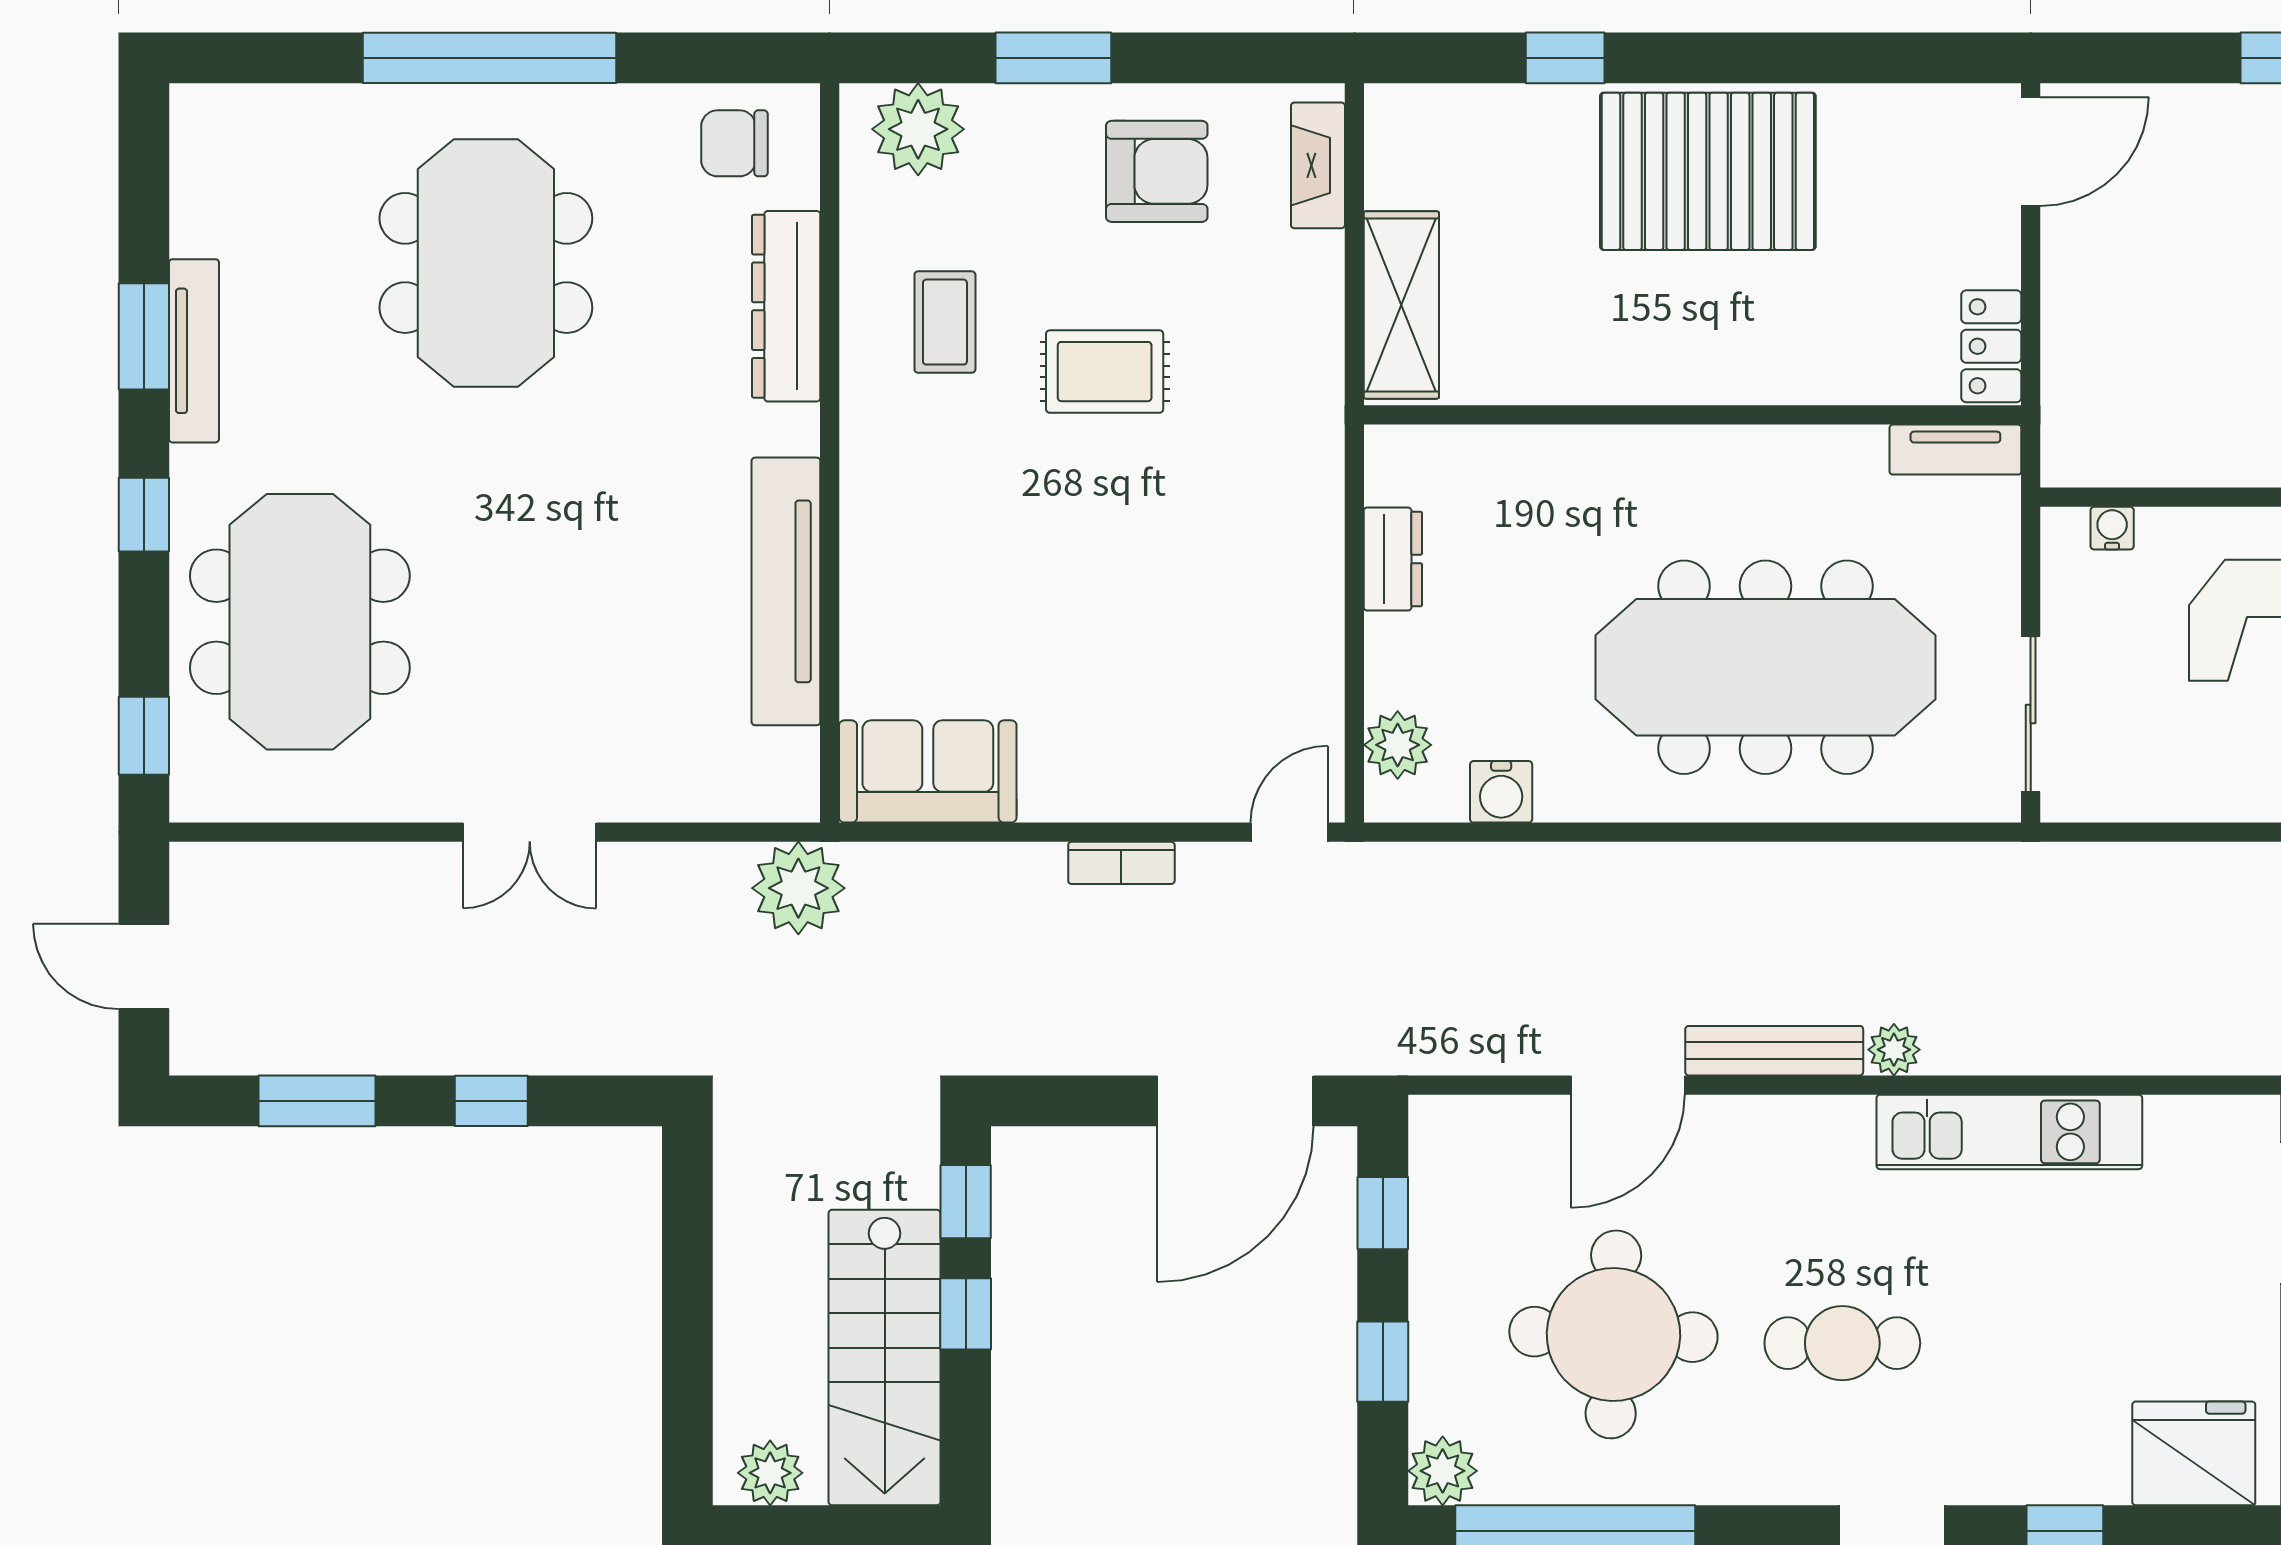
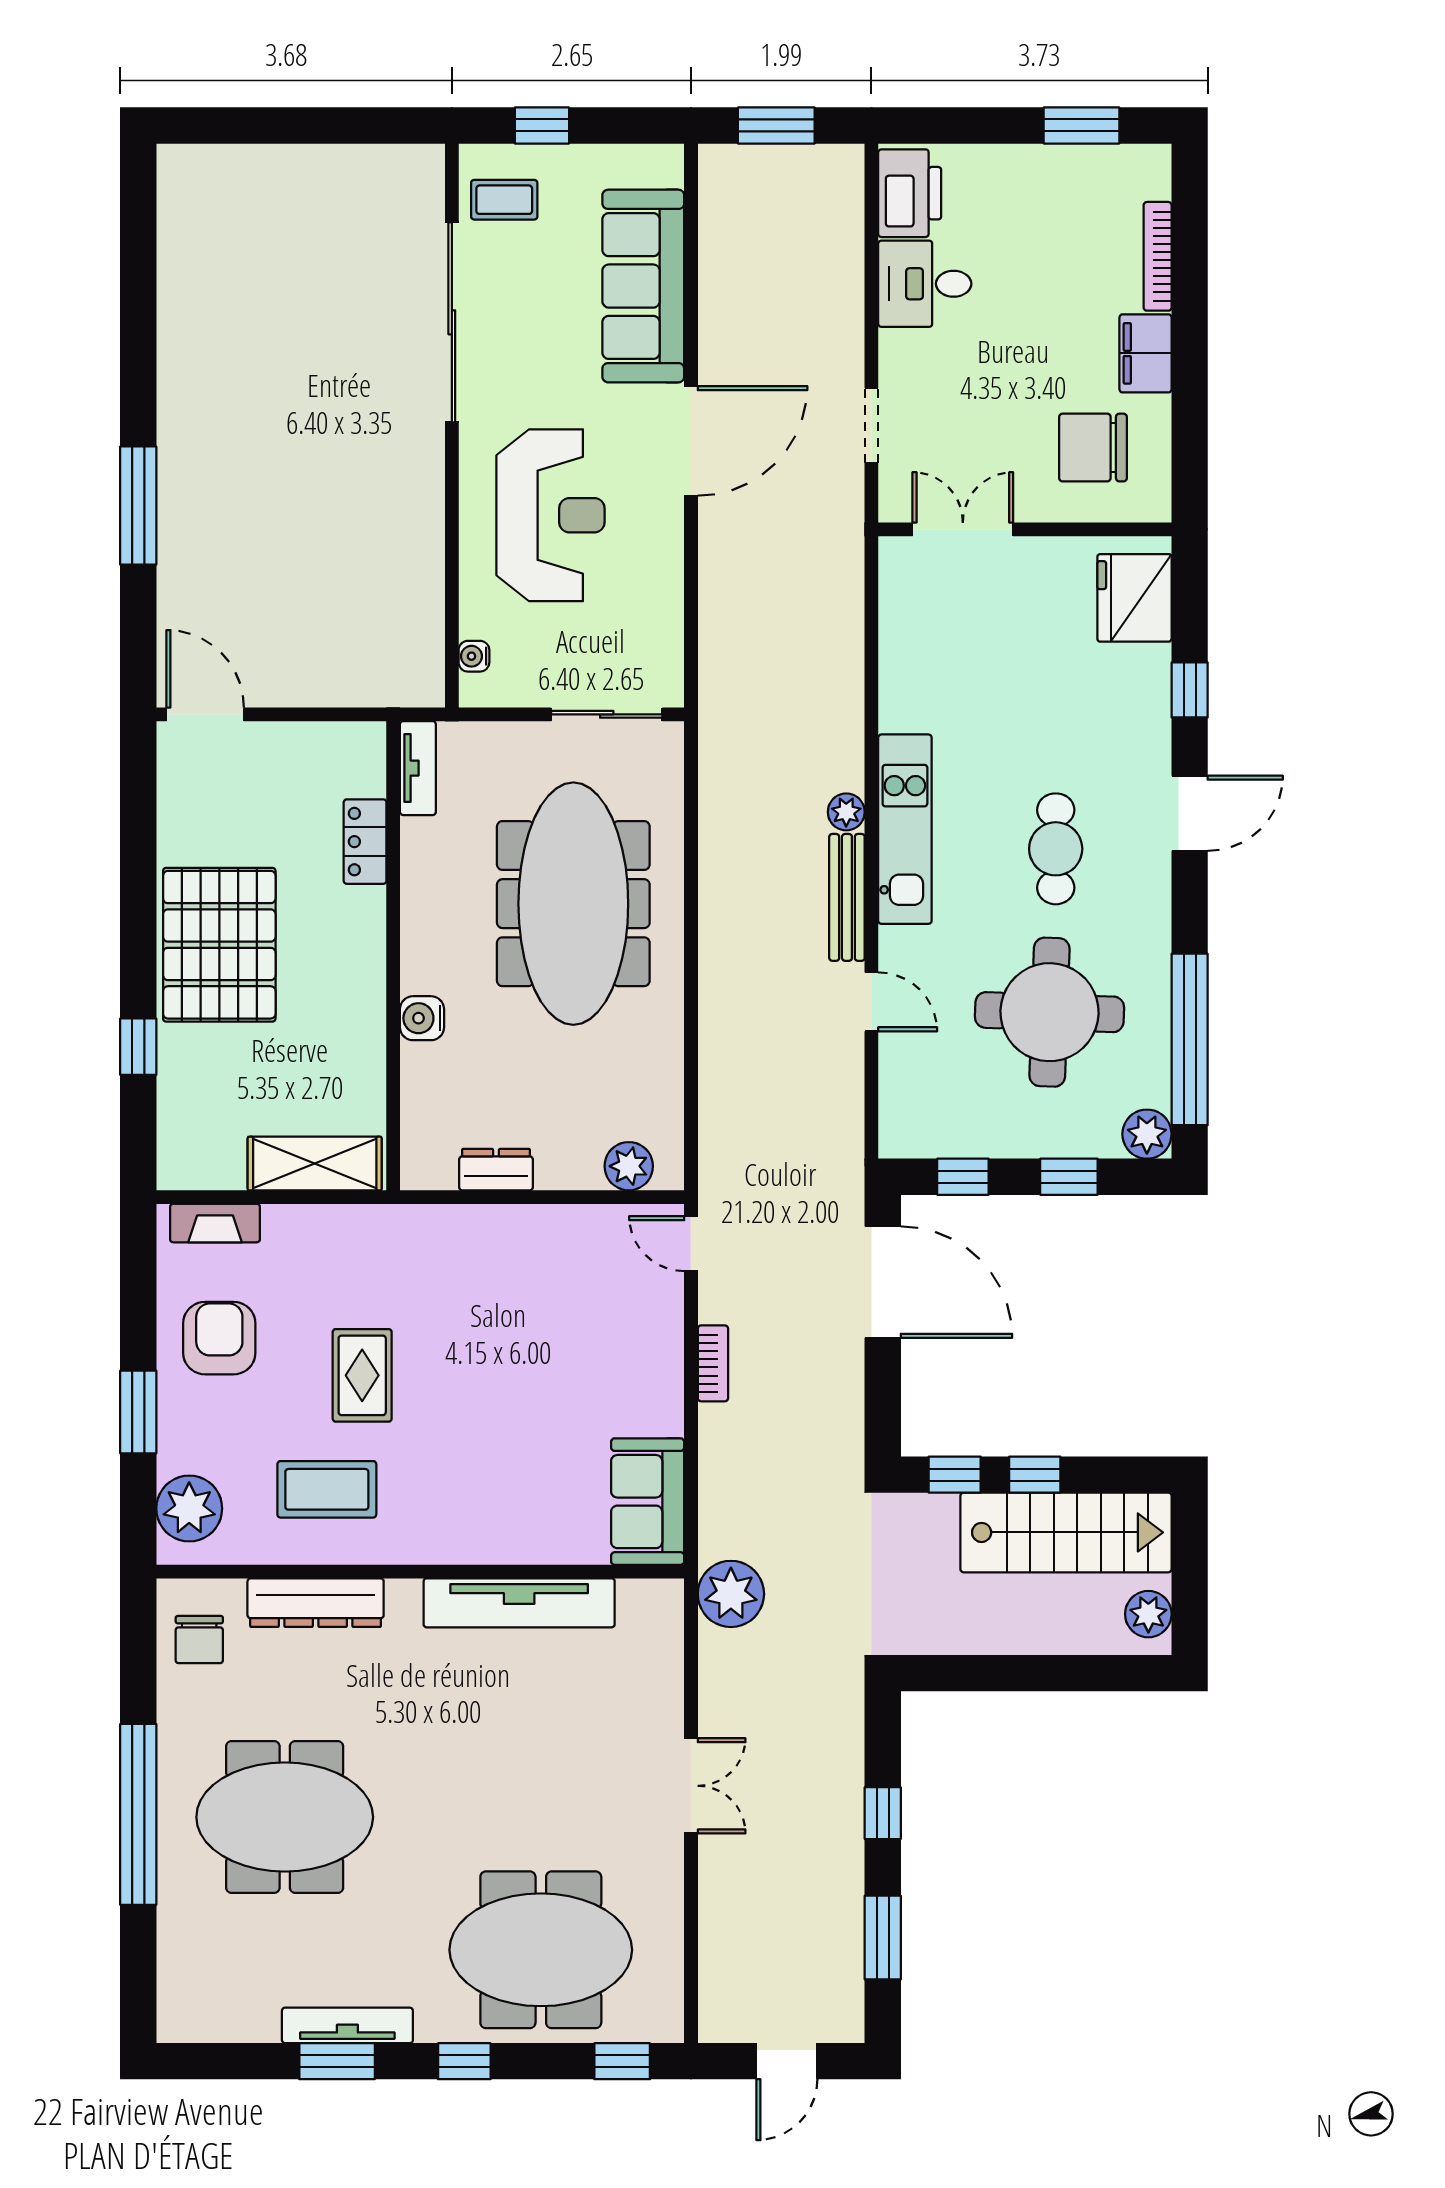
coffee table: (945, 322) -> (327, 1489), width x1.36, depth x1.30
locker: (1991, 346) -> (365, 842), moved, turned 90
water cooler: (1501, 792) -> (422, 1018), moved, turned 180
door: (1628, 1085) -> (871, 1002), width x0.73
kitchen unit: (2009, 1132) -> (905, 829), moved

